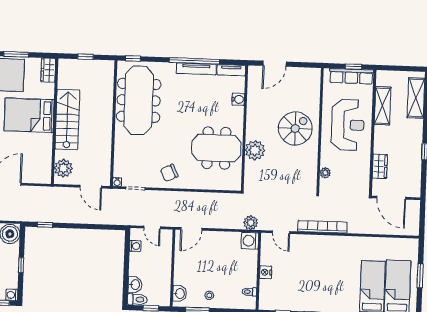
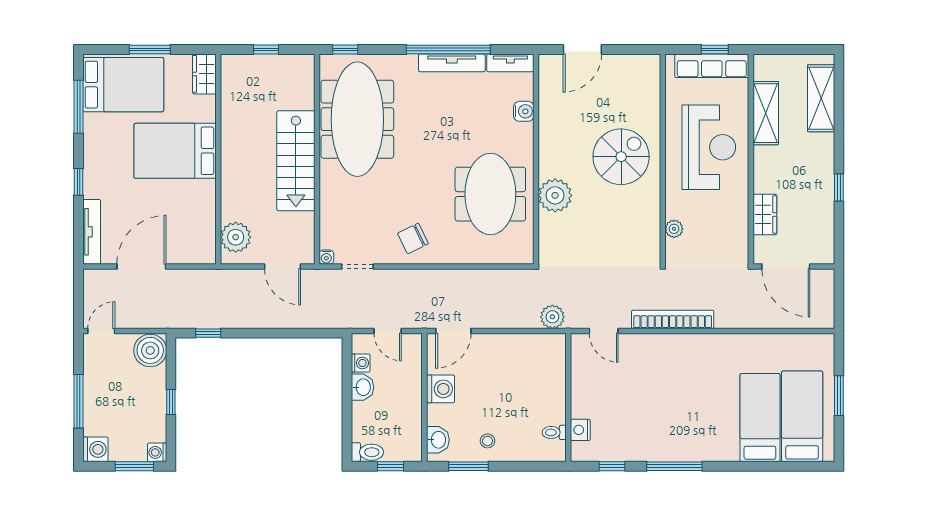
stairs: (67, 119) -> (296, 161), moved, turned 180
meeting table: (216, 148) -> (490, 194), turned 90
washing machine: (250, 241) -> (441, 389), moved, turned 180
nightstand: (266, 272) -> (580, 430), moved
washbasin: (135, 285) -> (363, 387), moved

